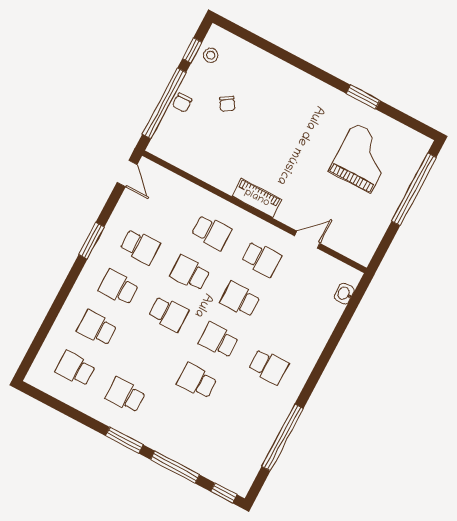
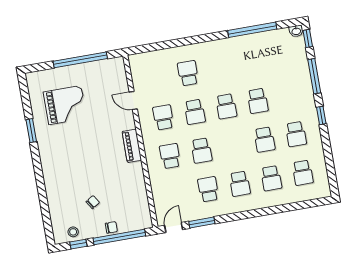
grand piano: (362, 158) -> (65, 105), turned 180
window: (414, 189) -> (80, 60), moved
window: (91, 241) -> (202, 223), moved
washbasin: (344, 294) -> (296, 31), moved
school desk: (168, 314) -> (264, 140), moved, turned 180
school desk: (268, 367) -> (188, 73), moved
window: (124, 440) -> (321, 115), width x0.67

